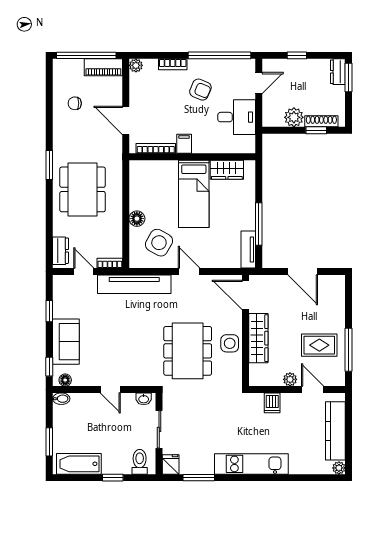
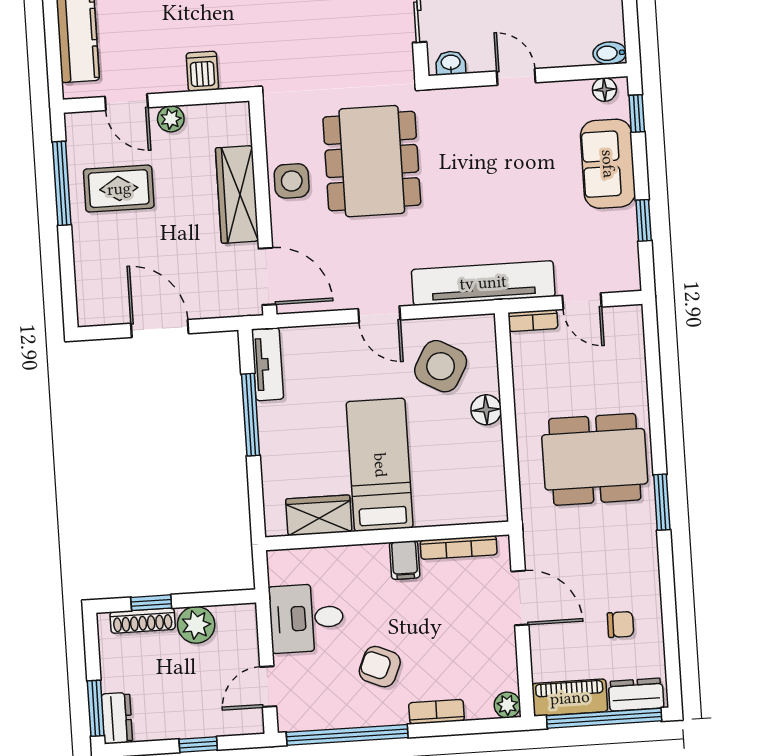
dining table: (83, 189) -> (595, 459), turned 90
dresser: (60, 251) -> (636, 695), moved, turned 90

